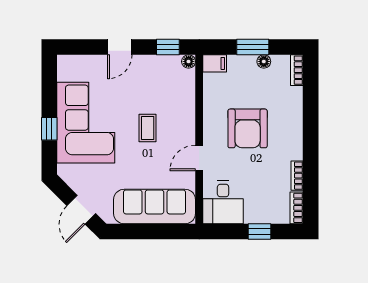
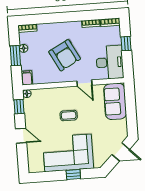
armchair: (248, 128) -> (65, 55), turned 62
desk: (223, 202) -> (110, 62), width x1.37
sofa: (155, 206) -> (115, 101), width x0.73

